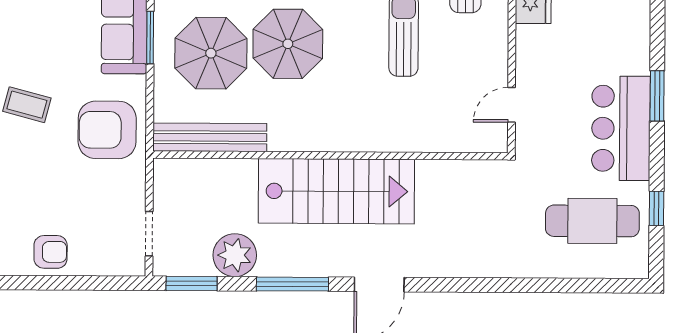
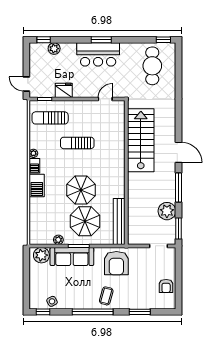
door: (512, 105) -> (105, 99), swing flipped
bar counter: (621, 128) -> (98, 54), moved
stairs: (336, 191) -> (141, 140), moved
window: (656, 208) -> (163, 40), moved
armchair: (51, 252) -> (166, 286), turned 180

